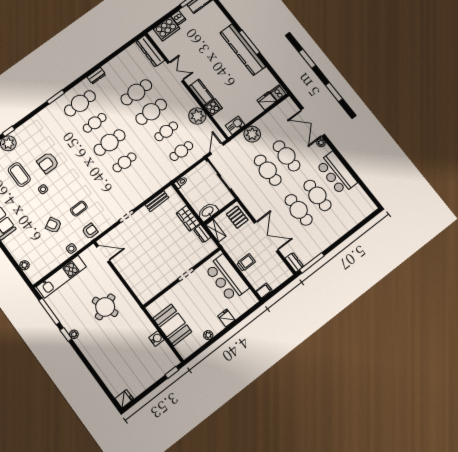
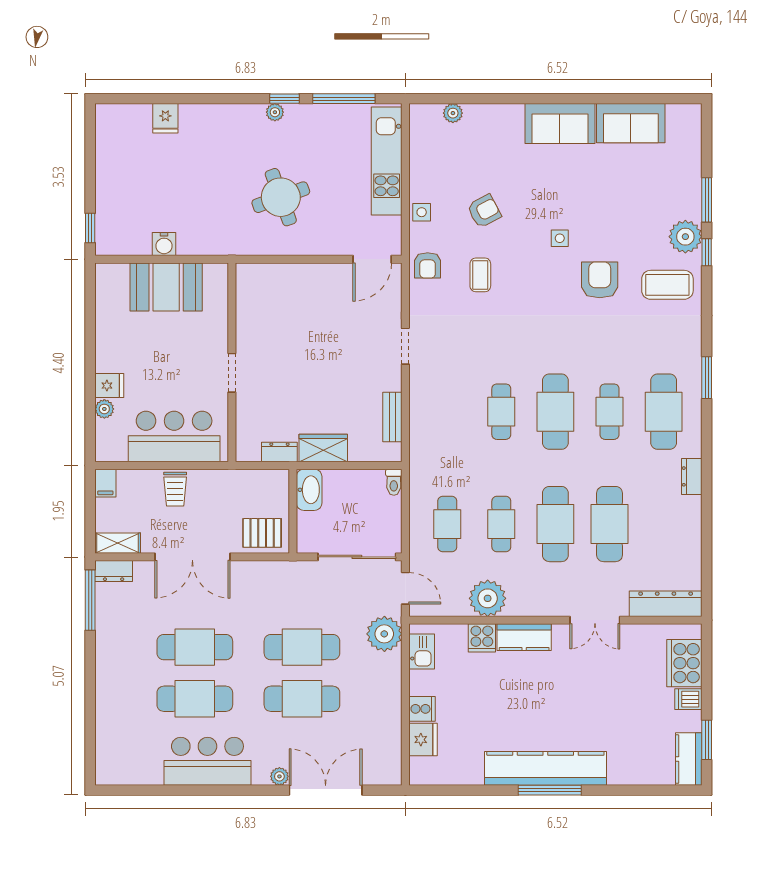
cooker: (278, 93) -> (422, 709), moved
plant: (252, 134) -> (384, 634), moved
coffee table: (19, 175) -> (667, 285), moved
shelving: (216, 231) -> (118, 543), moved
plant: (208, 335) -> (104, 409), moved
fridge: (124, 399) -> (165, 118), moved

